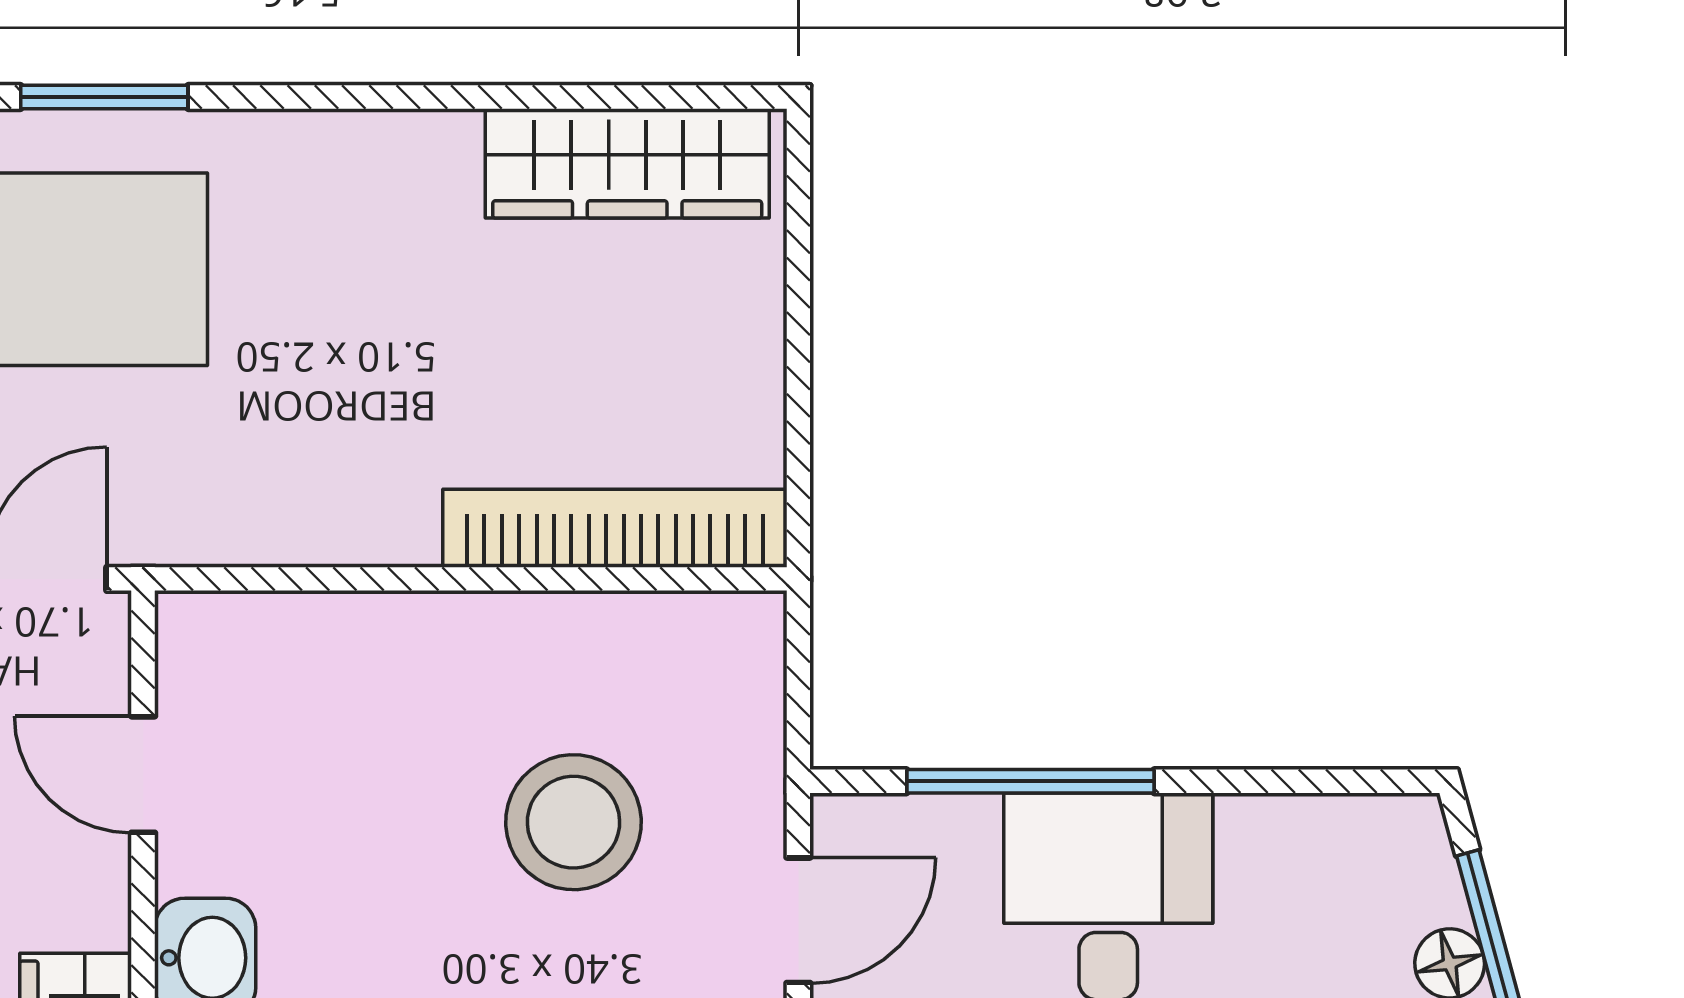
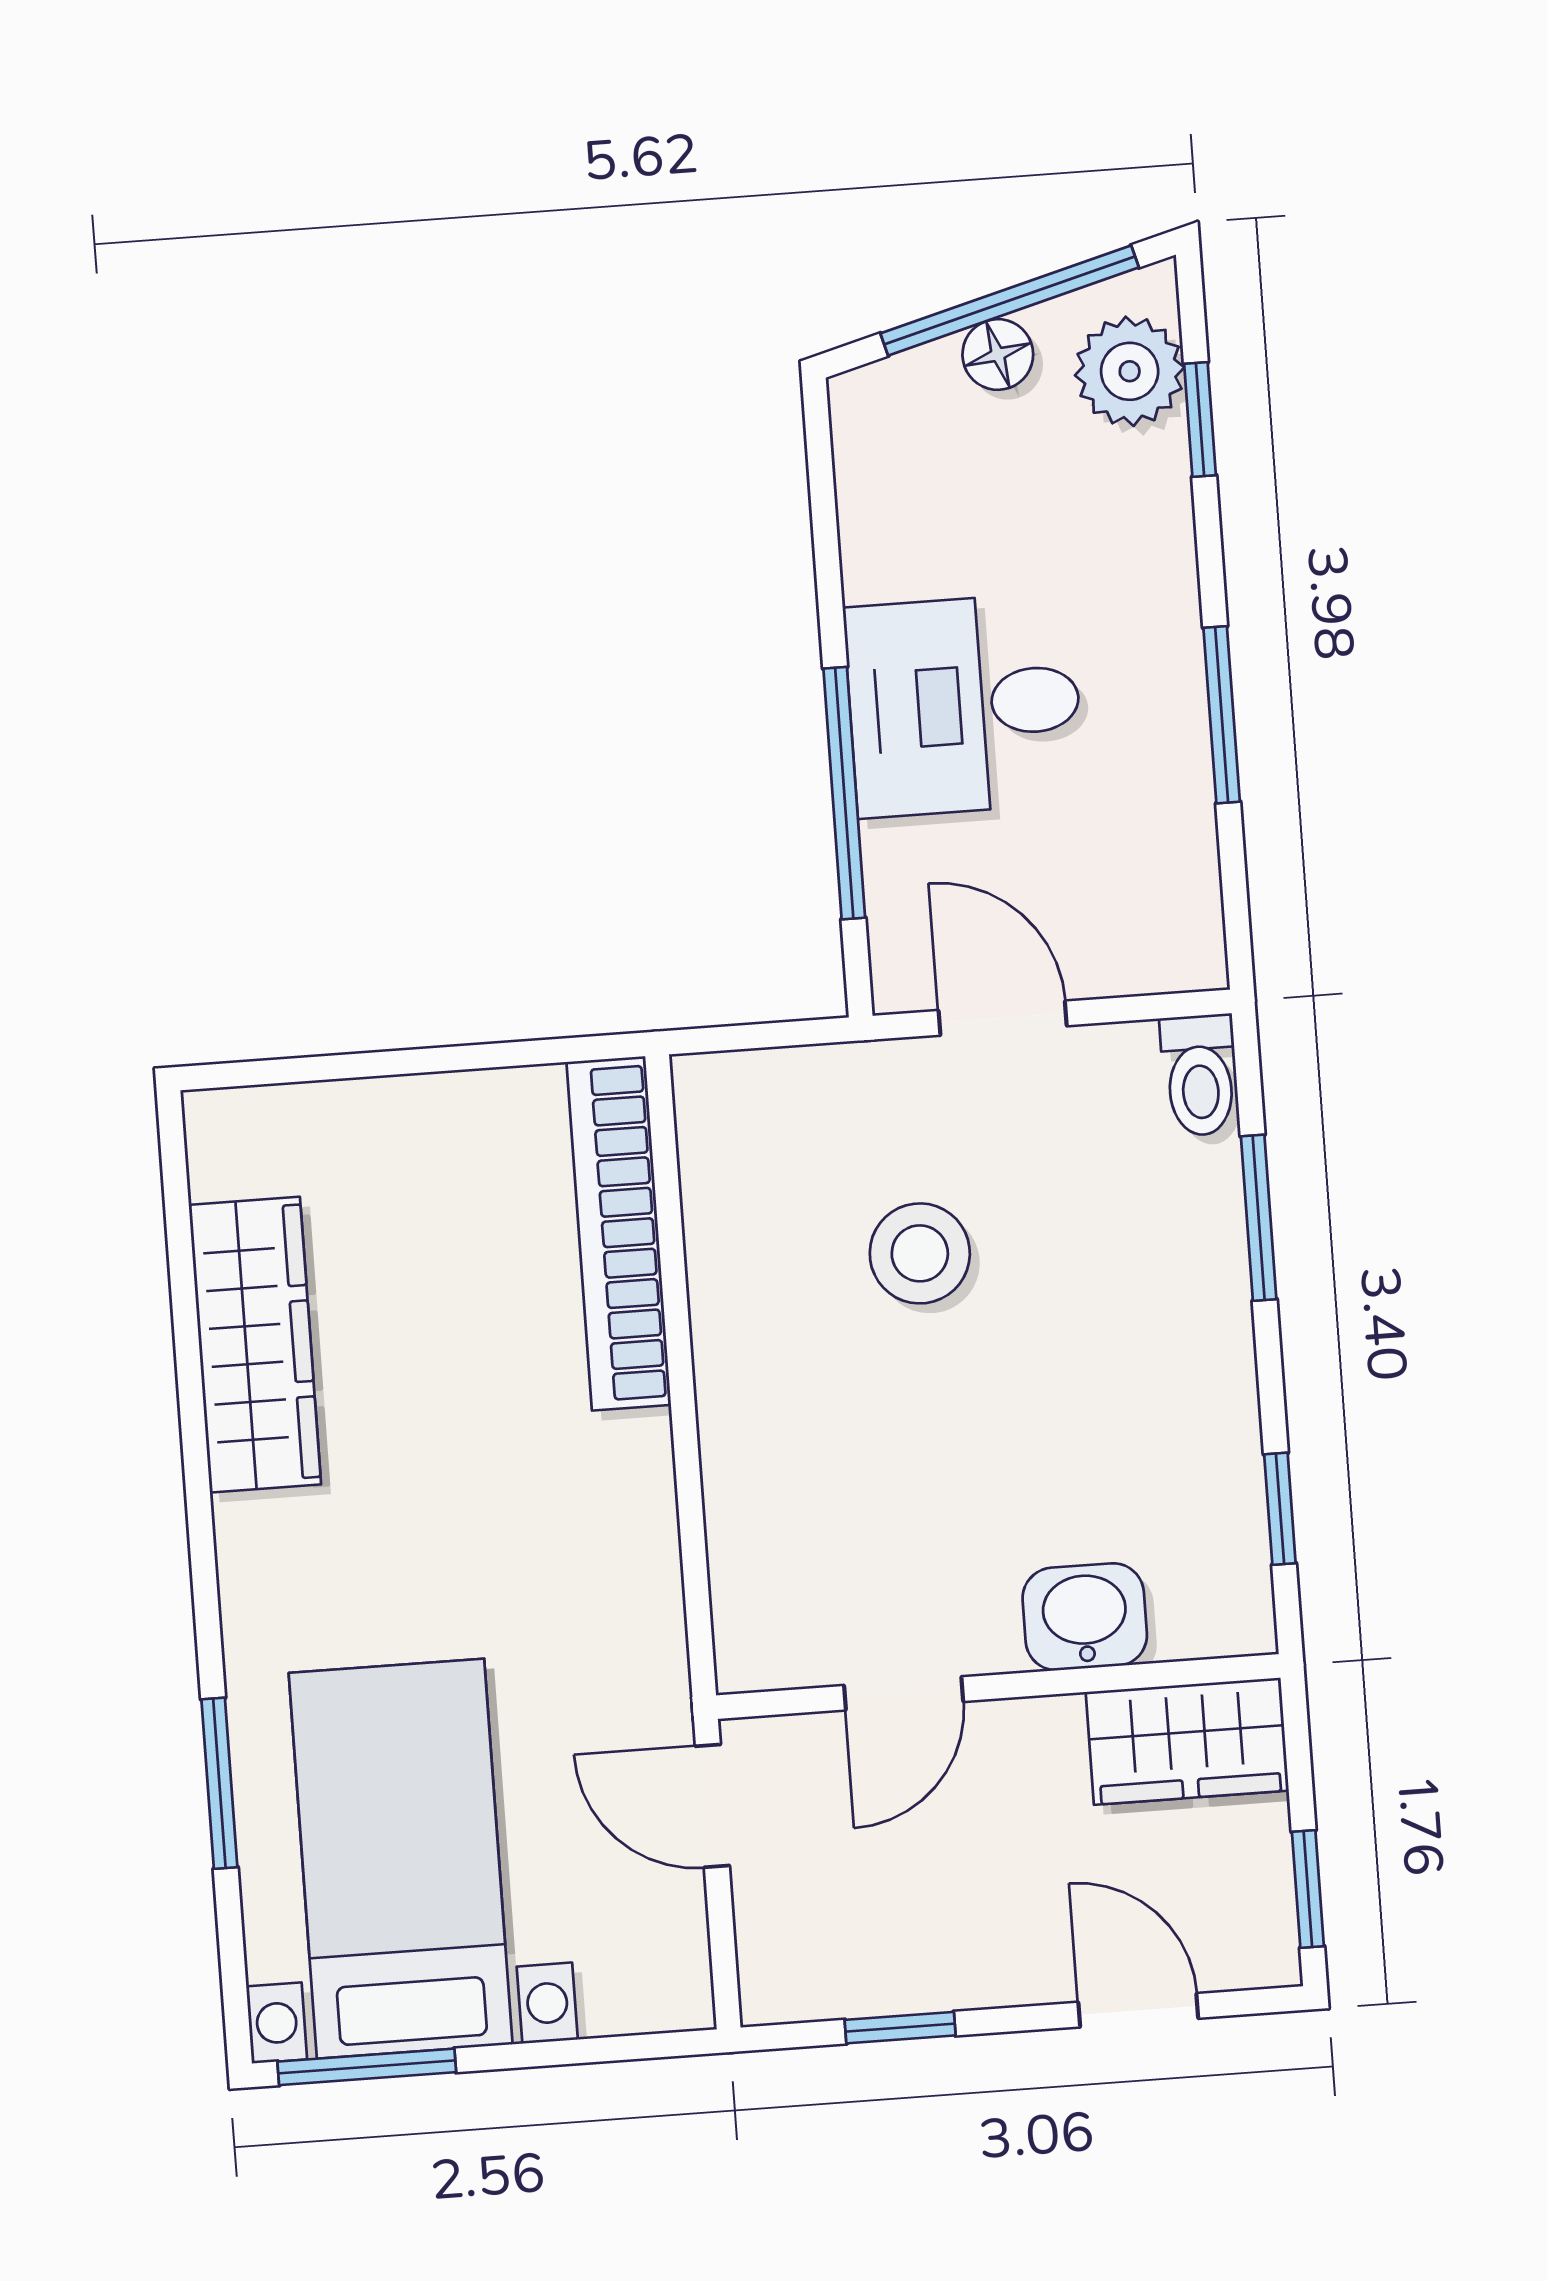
wardrobe: (627, 163) -> (255, 1345), moved
stool: (574, 822) -> (920, 1253), width x0.73, depth x0.73

